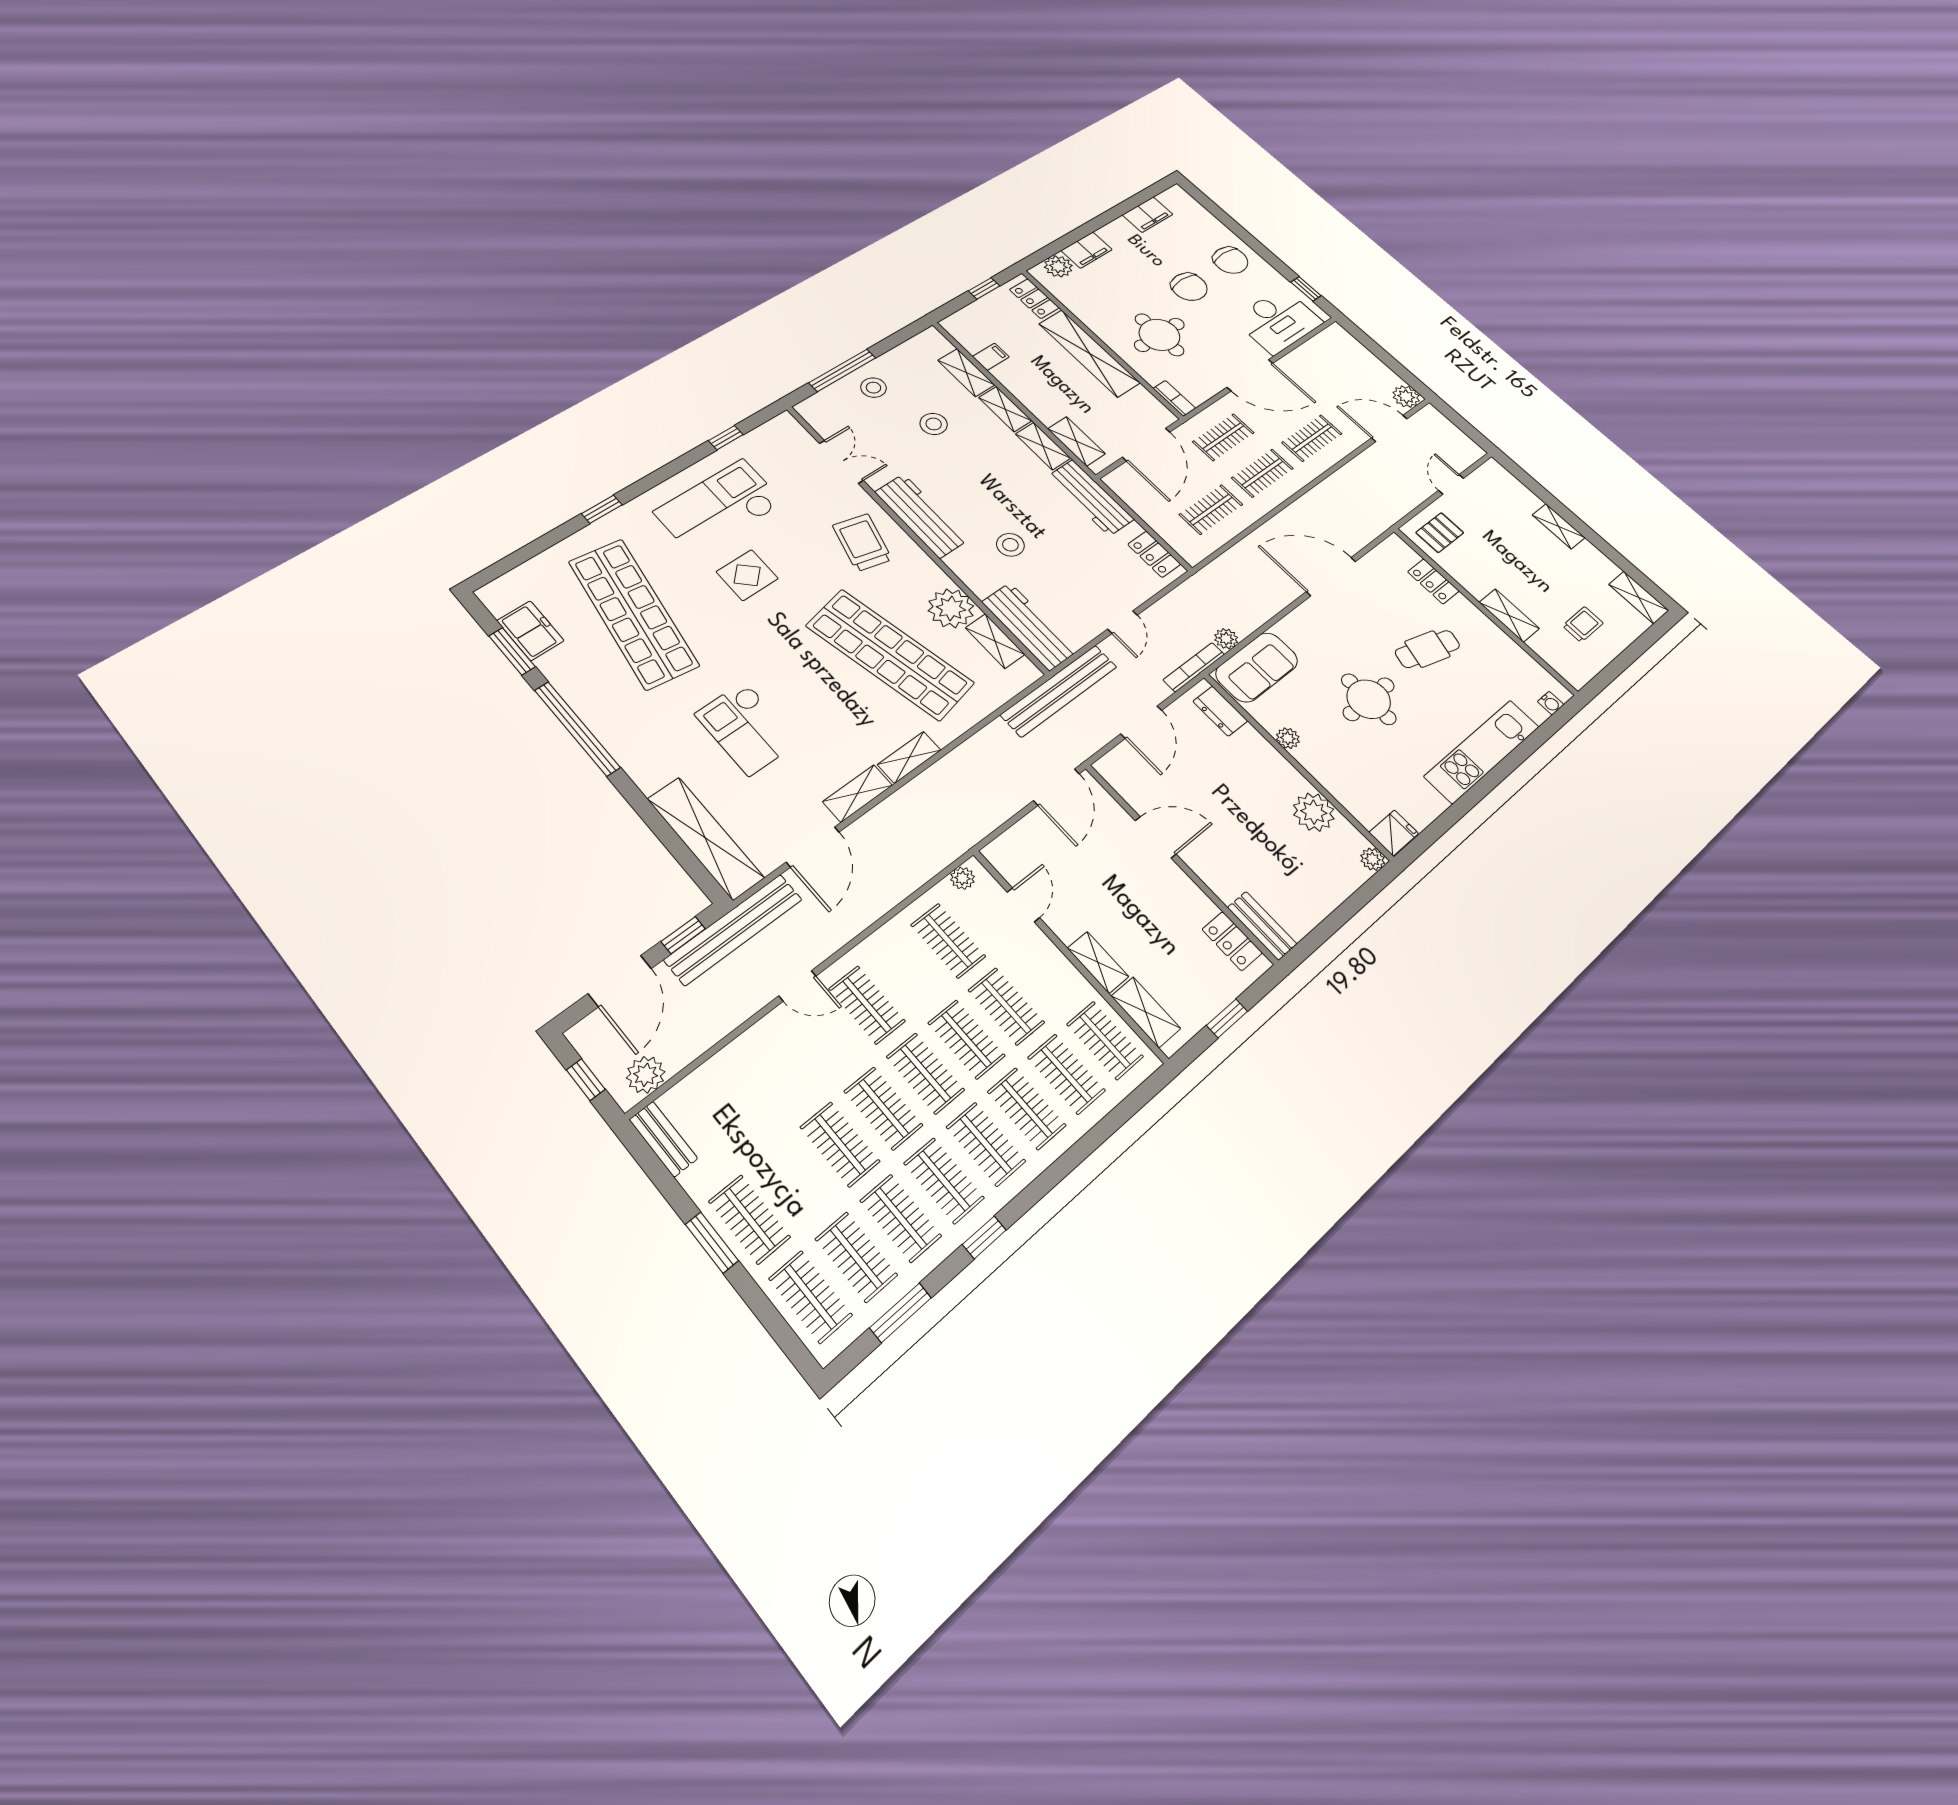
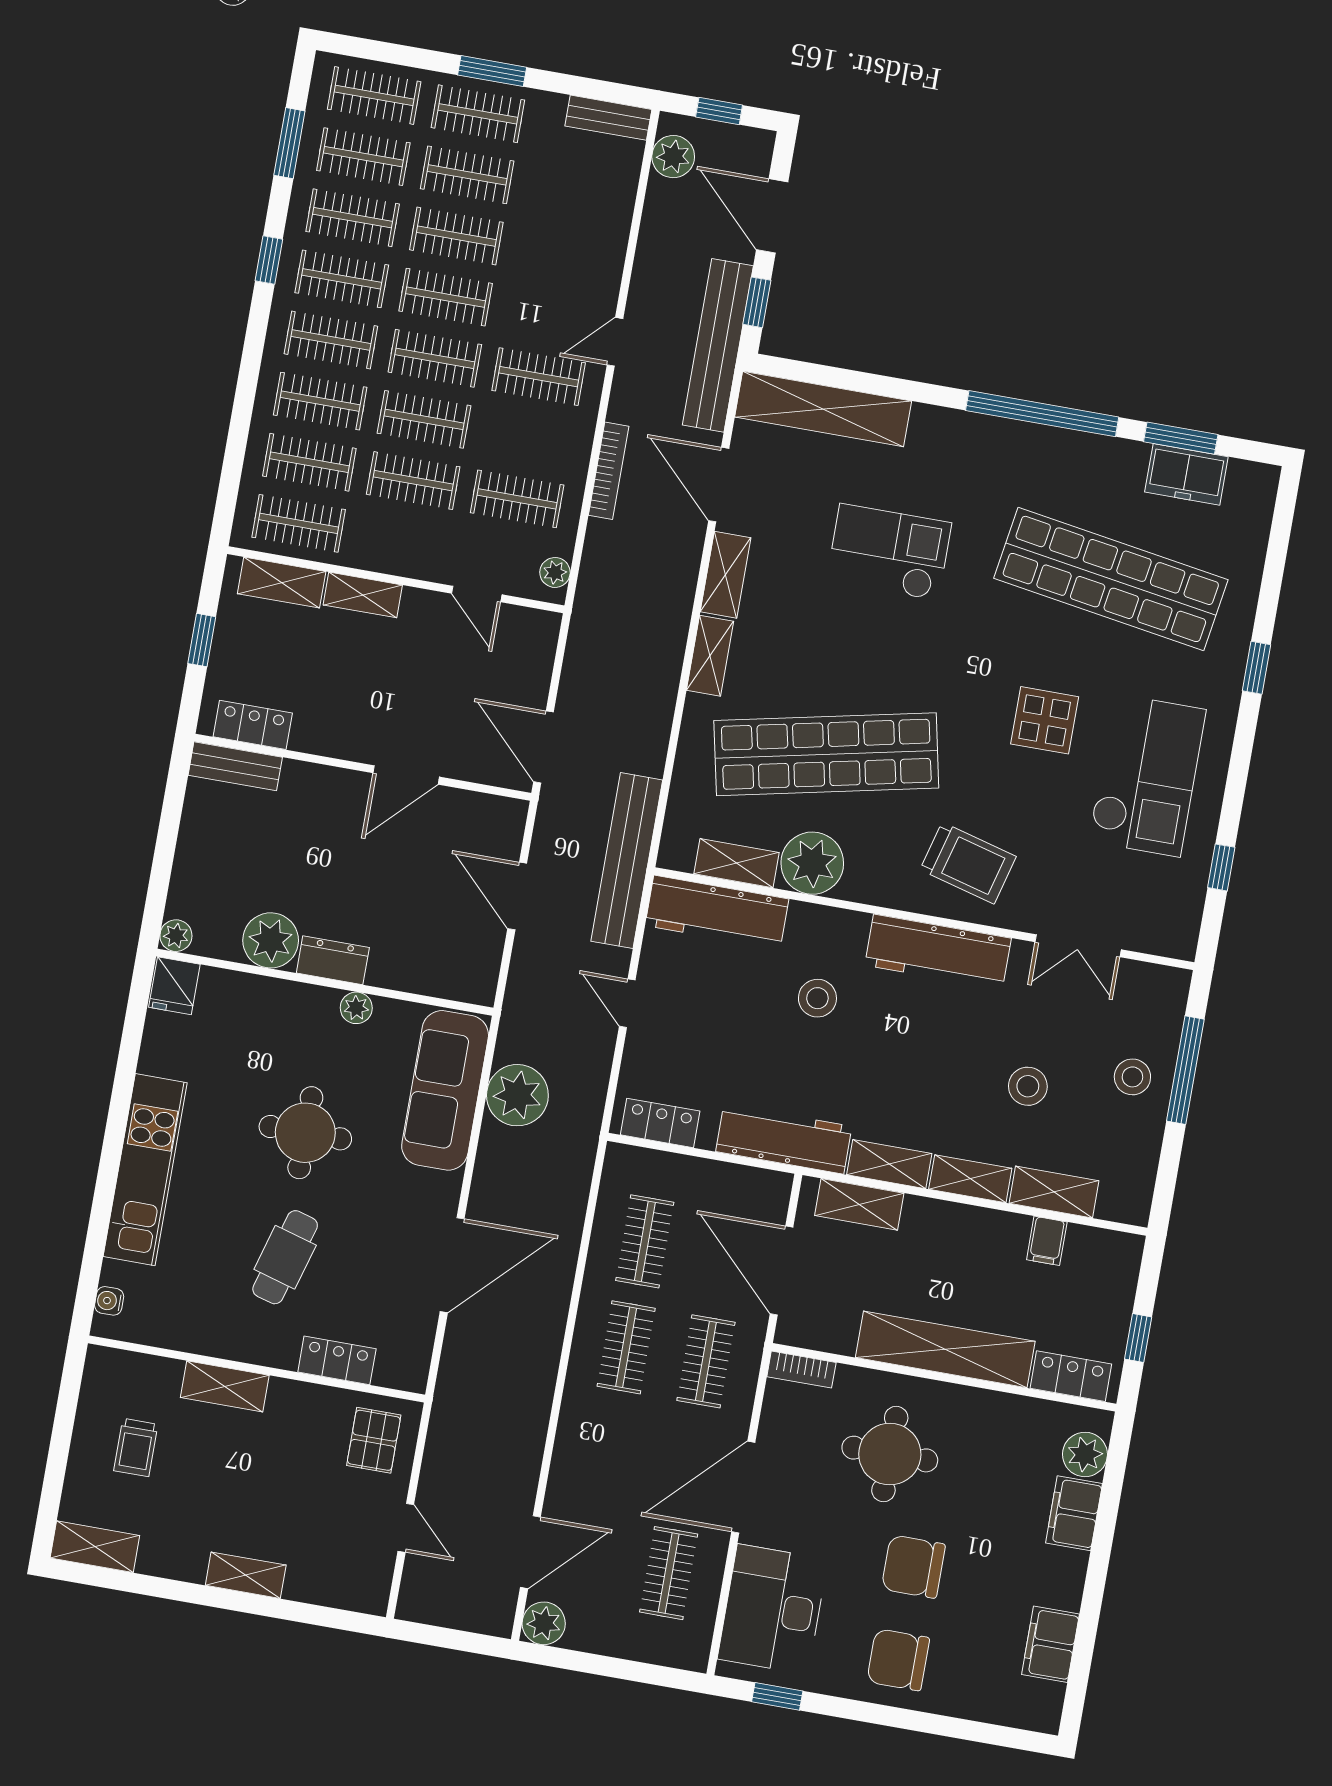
clothes rail: (1312, 438) -> (669, 1573), moved
plant: (1226, 639) -> (517, 1095), width x1.88, depth x1.88
bookcase: (1194, 667) -> (609, 471), moved
sofa: (1257, 667) -> (445, 1090), width x1.36
dresser: (1220, 711) -> (333, 960), moved
clothes rail: (795, 1181) -> (467, 175), added

